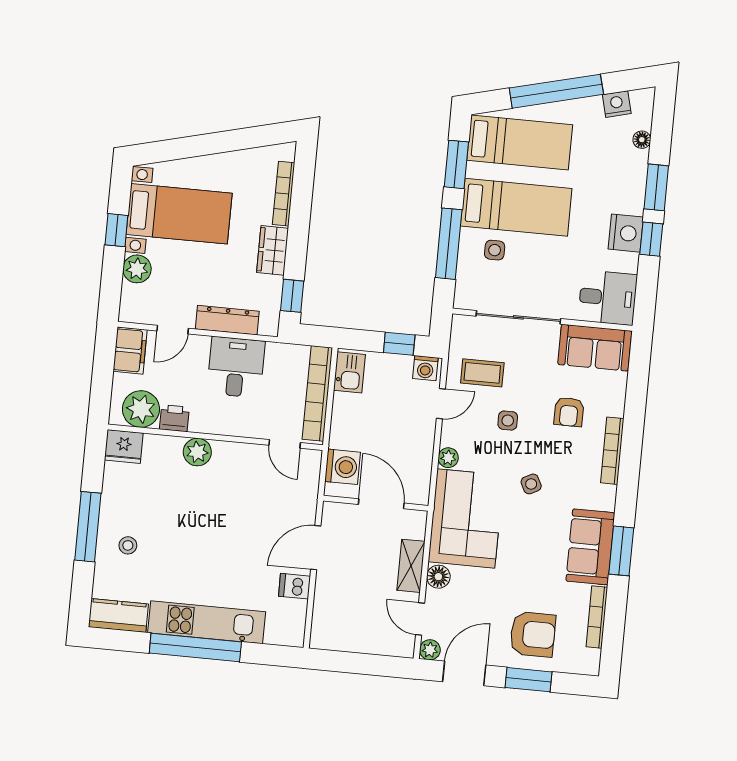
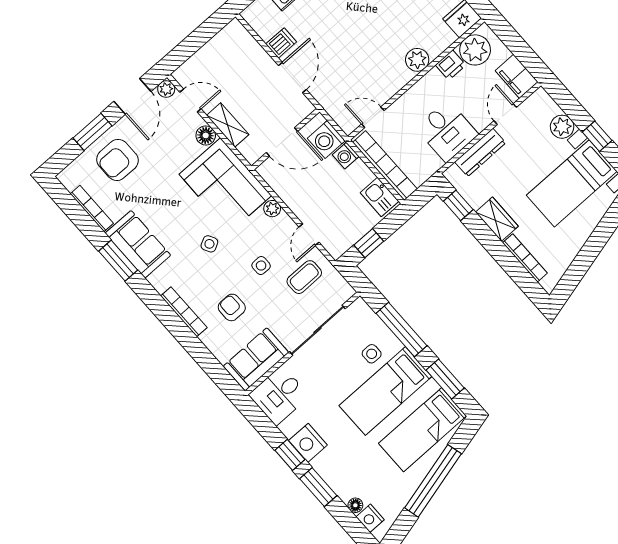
nightstand: (617, 104) -> (370, 518), moved, turned 104
washing machine: (425, 368) -> (346, 155), moved, turned -90

